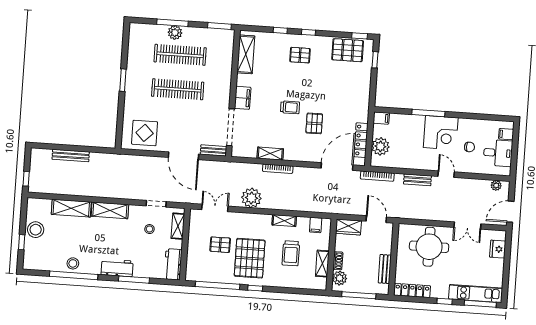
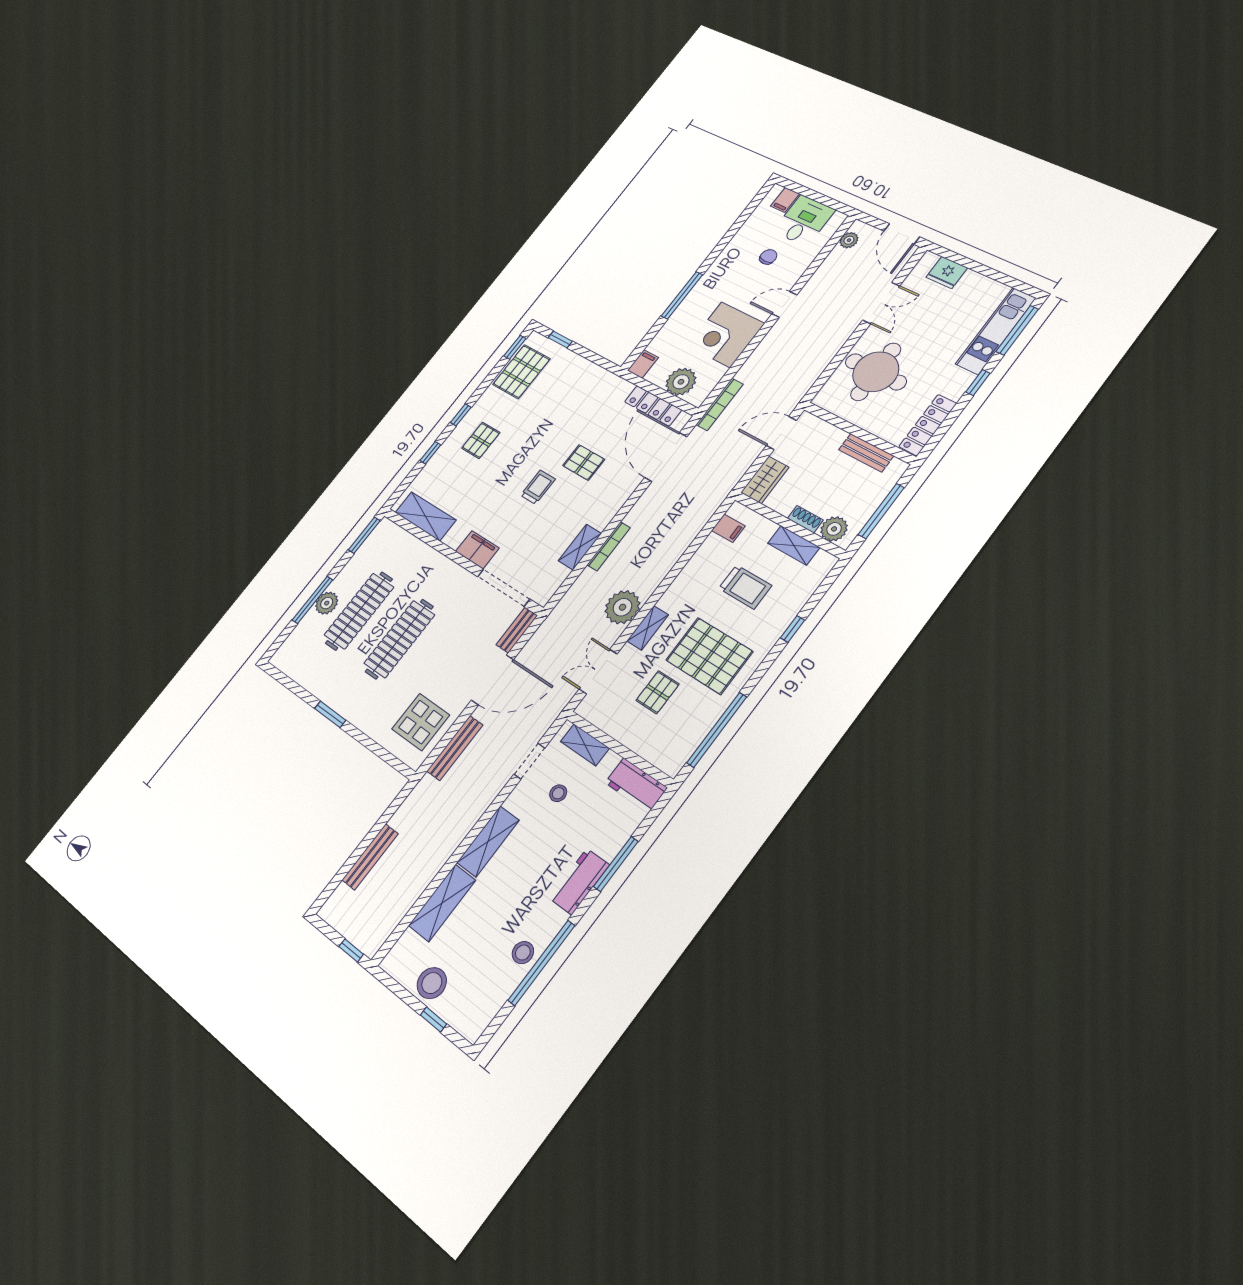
corner desk: (441, 133) -> (726, 335), moved, turned 180
bench: (417, 180) -> (455, 748), moved, width x1.36
shelving: (284, 221) -> (648, 628), moved
window: (255, 288) -> (793, 629), moved

